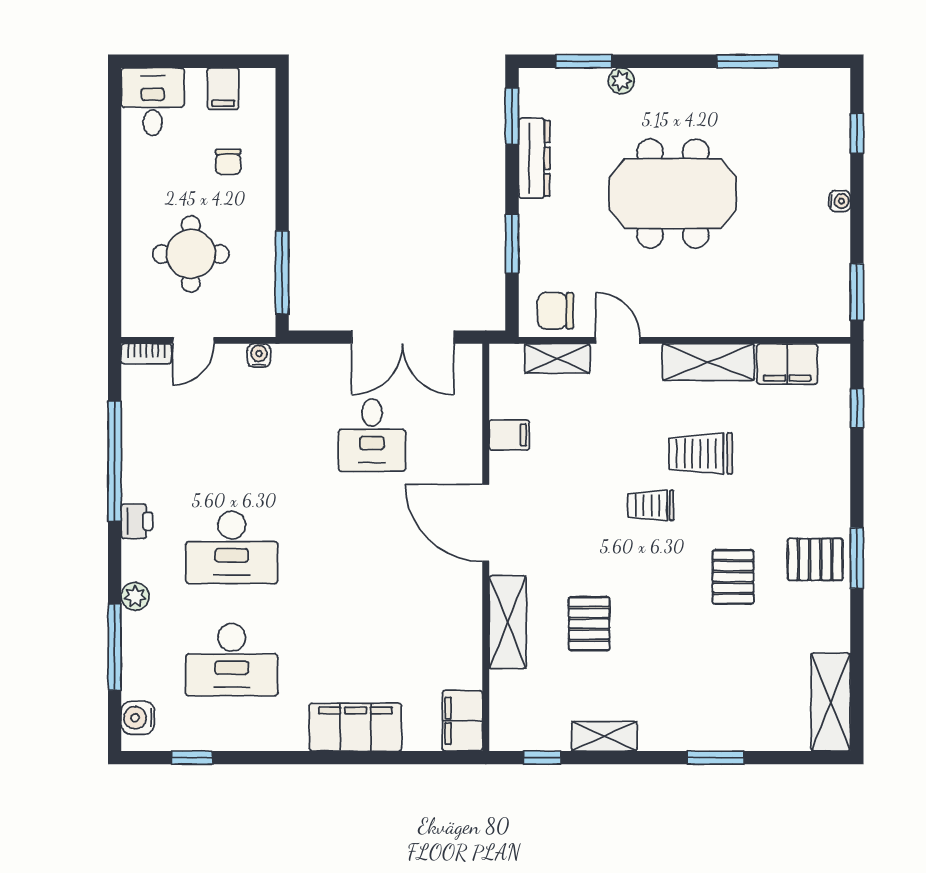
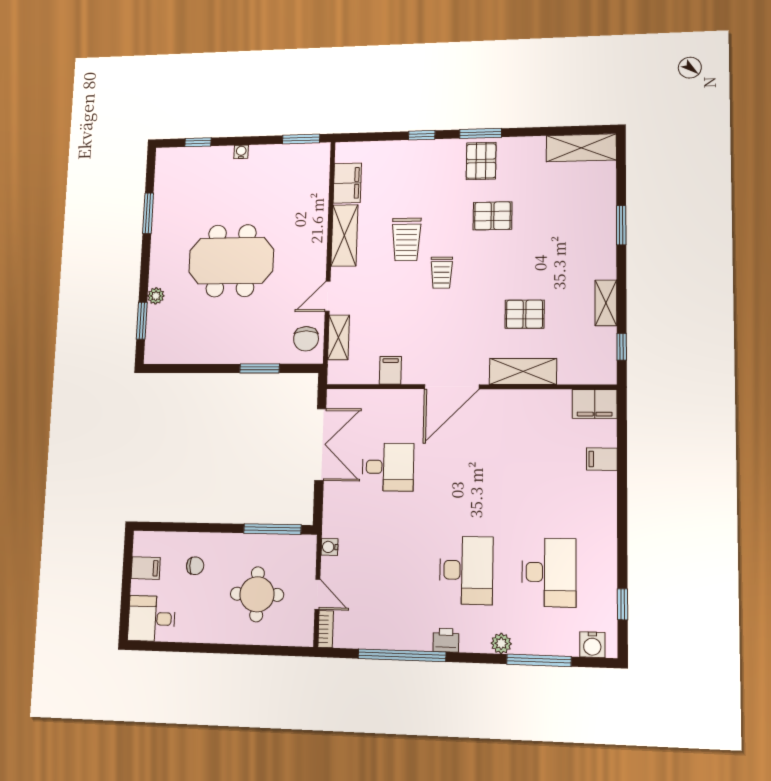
window: (512, 116) -> (175, 369), removed
dresser: (534, 158) -> (203, 354), removed
meeting table: (673, 194) -> (231, 261), turned 90
window: (857, 408) -> (422, 135), moved
filing cabinet: (355, 727) -> (602, 459), width x0.33, depth x0.86

